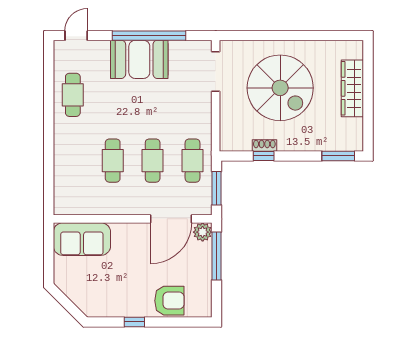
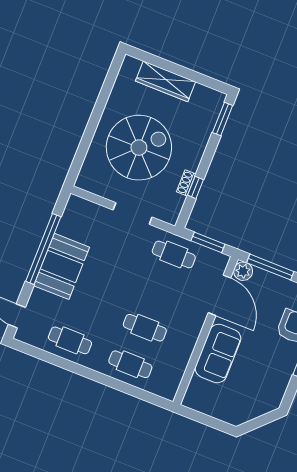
doorway: (216, 72) -> (133, 214), moved
cafe table: (153, 161) -> (130, 364), moved
sofa: (82, 239) -> (218, 353), moved

